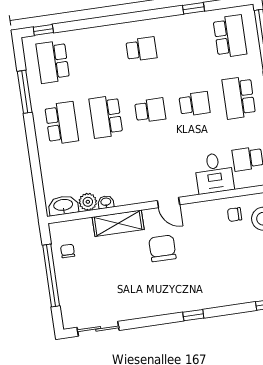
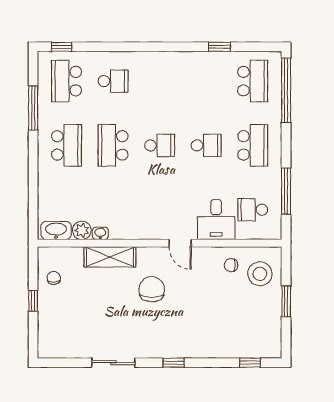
school desk: (141, 49) -> (113, 81), moved
school desk: (239, 98) -> (253, 145), turned 180
door: (168, 203) -> (180, 243), moved
window: (51, 276) -> (33, 301), width x0.32
sliding door: (98, 329) -> (113, 363), moved

